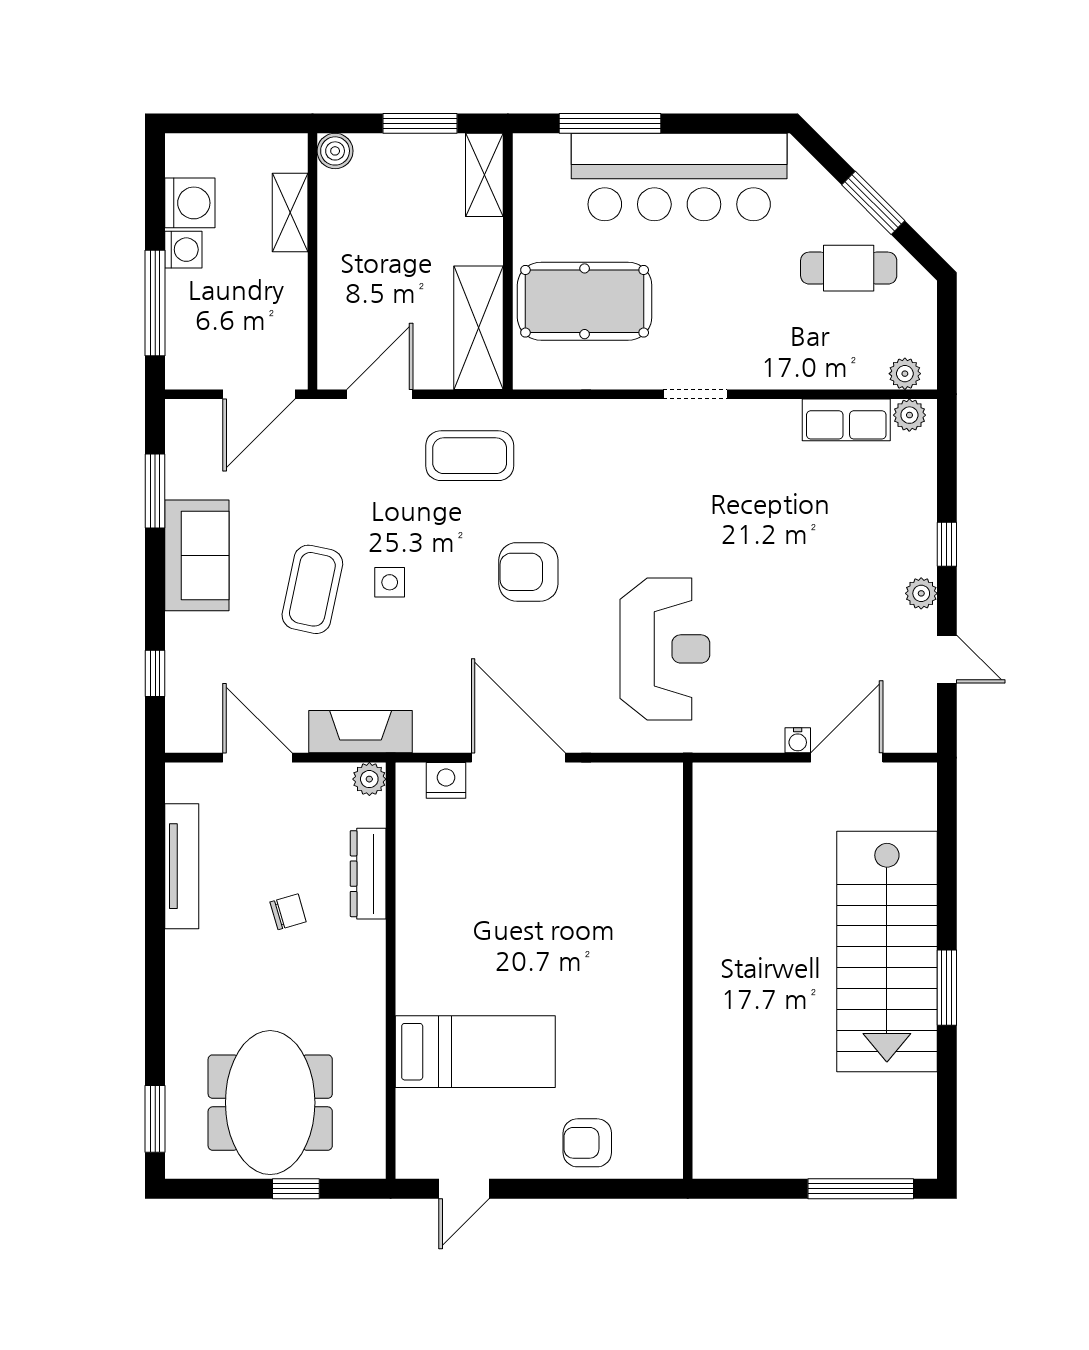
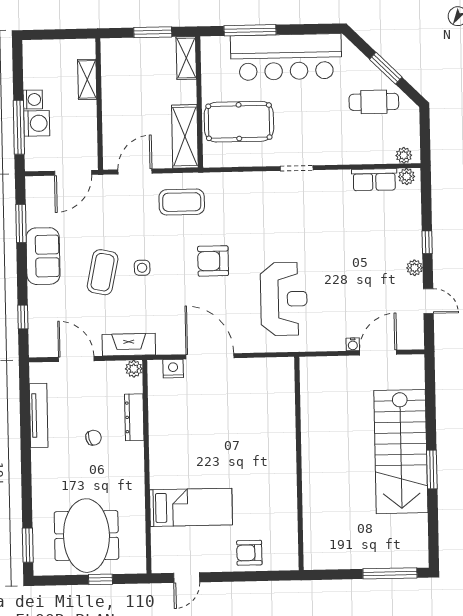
boiler: (335, 151) -> (109, 47), removed
washing machine: (190, 203) -> (37, 123), moved

